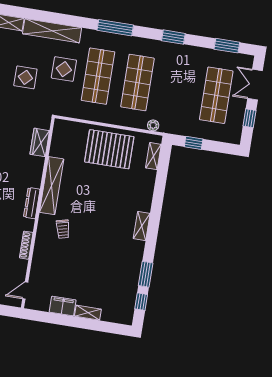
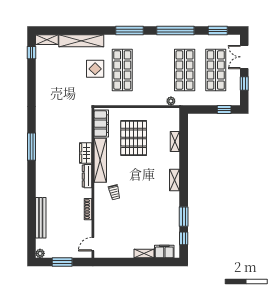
window: (173, 37) -> (175, 30), width x2.11
display table: (25, 77) -> (67, 80), removed
shop shelf: (137, 83) -> (185, 70), moved
filing cabinet: (60, 140) -> (101, 124), added
wardrobe: (40, 142) -> (86, 153), moved
window: (194, 143) -> (224, 109), moved
pallet: (109, 149) -> (134, 138), moved, turned 90
shelving: (153, 156) -> (175, 142), moved
filing cabinet: (63, 306) -> (164, 251), moved

